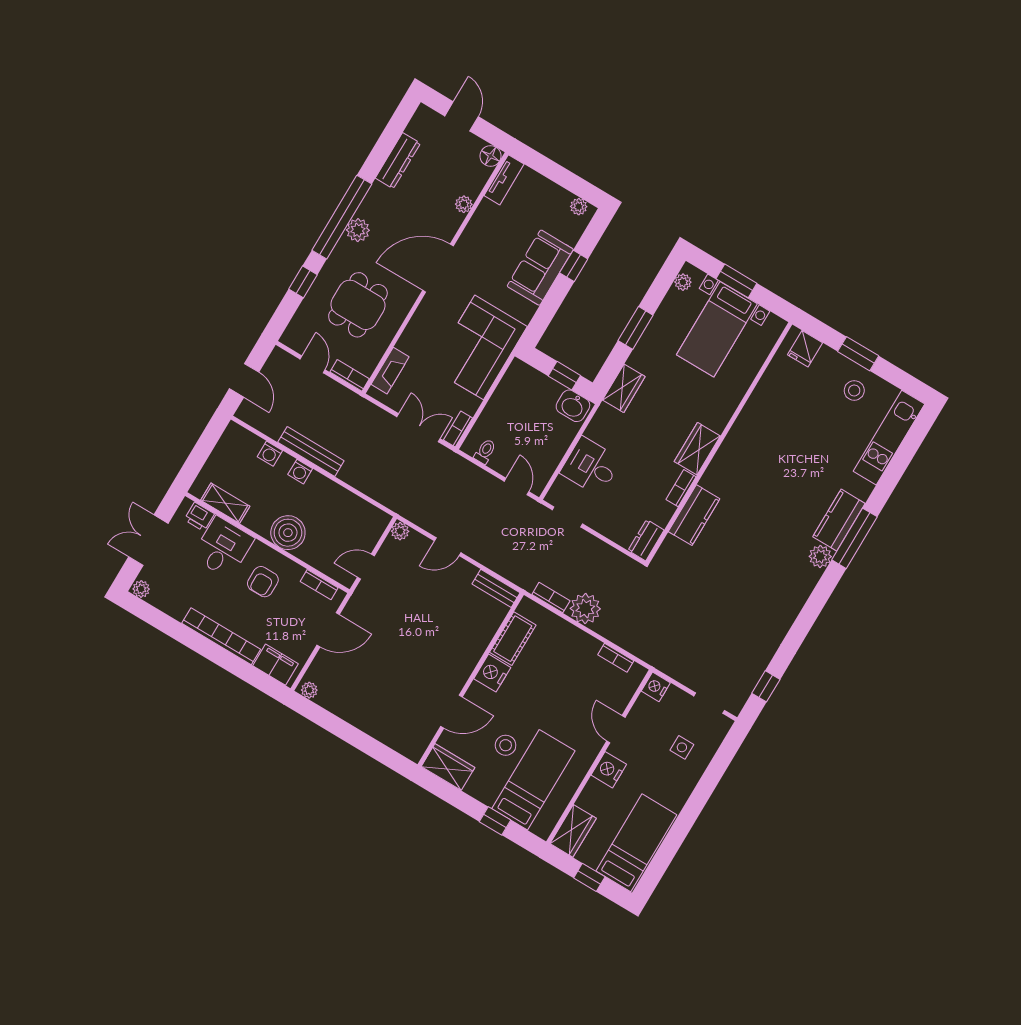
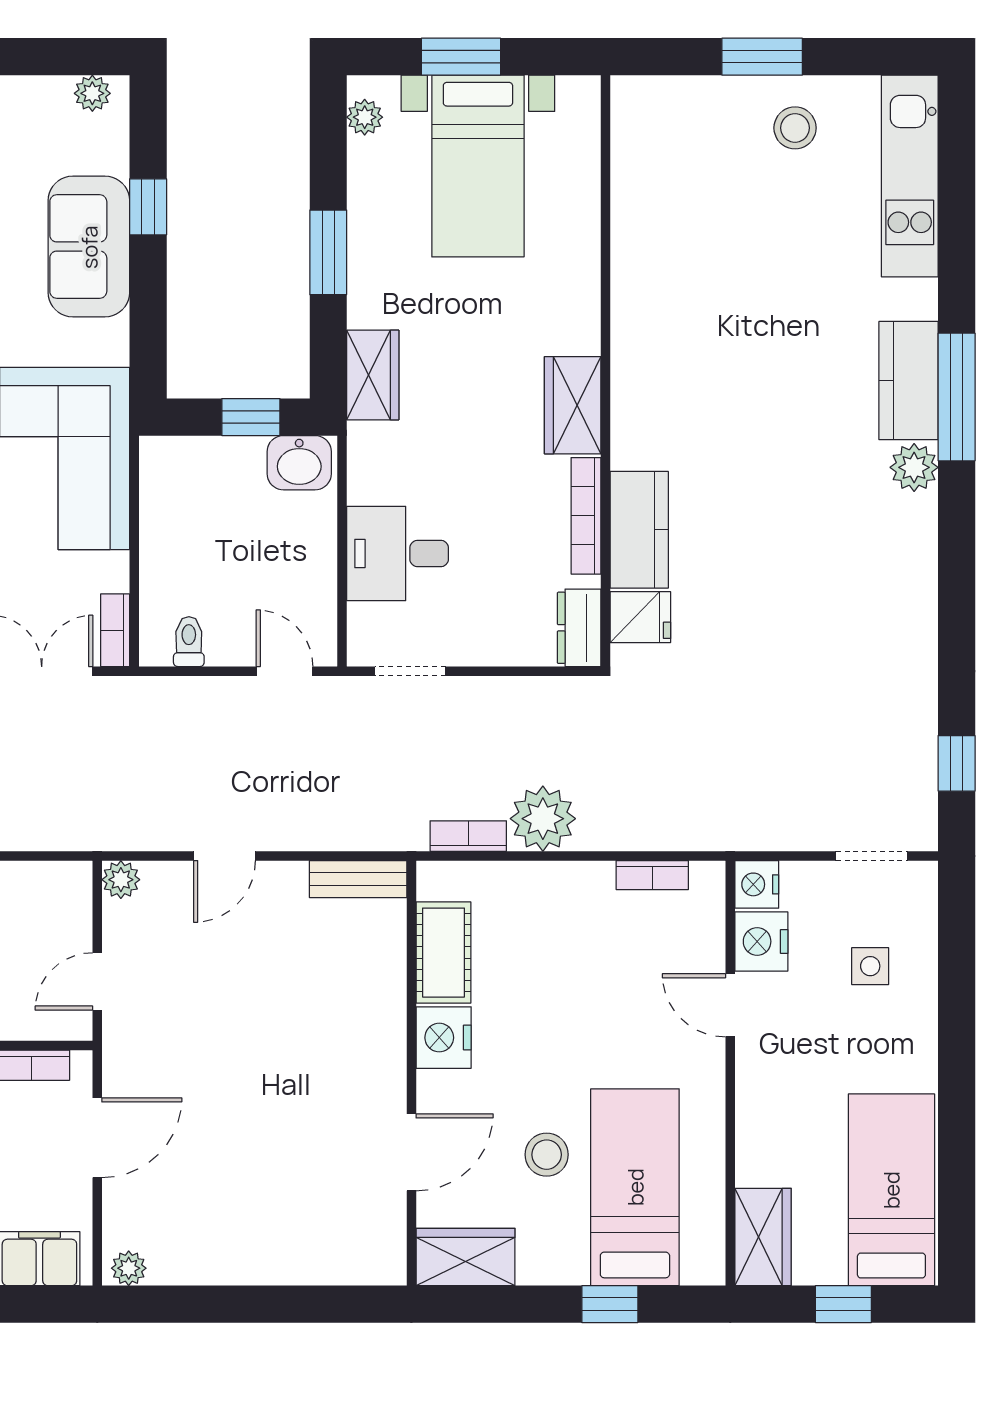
fridge: (805, 349) -> (640, 617), moved, turned -90
bookcase: (681, 488) -> (586, 516), width x1.56
nightstand: (609, 770) -> (761, 941), moved

